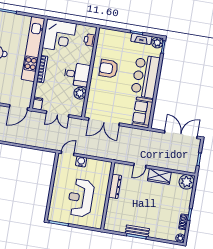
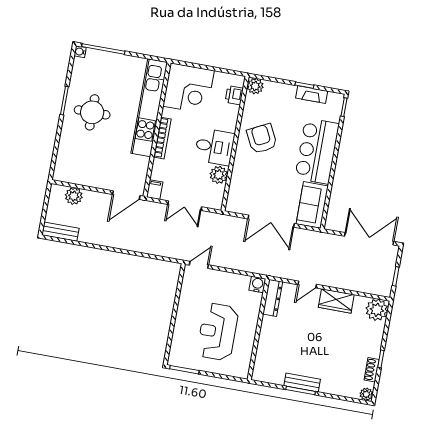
plant: (157, 43) -> (255, 86), moved
armchair: (108, 69) -> (262, 139), turned 63
double door: (104, 122) -> (271, 221), moved
water cooler: (81, 162) -> (257, 284), moved
dresser: (115, 186) -> (273, 298), moved

